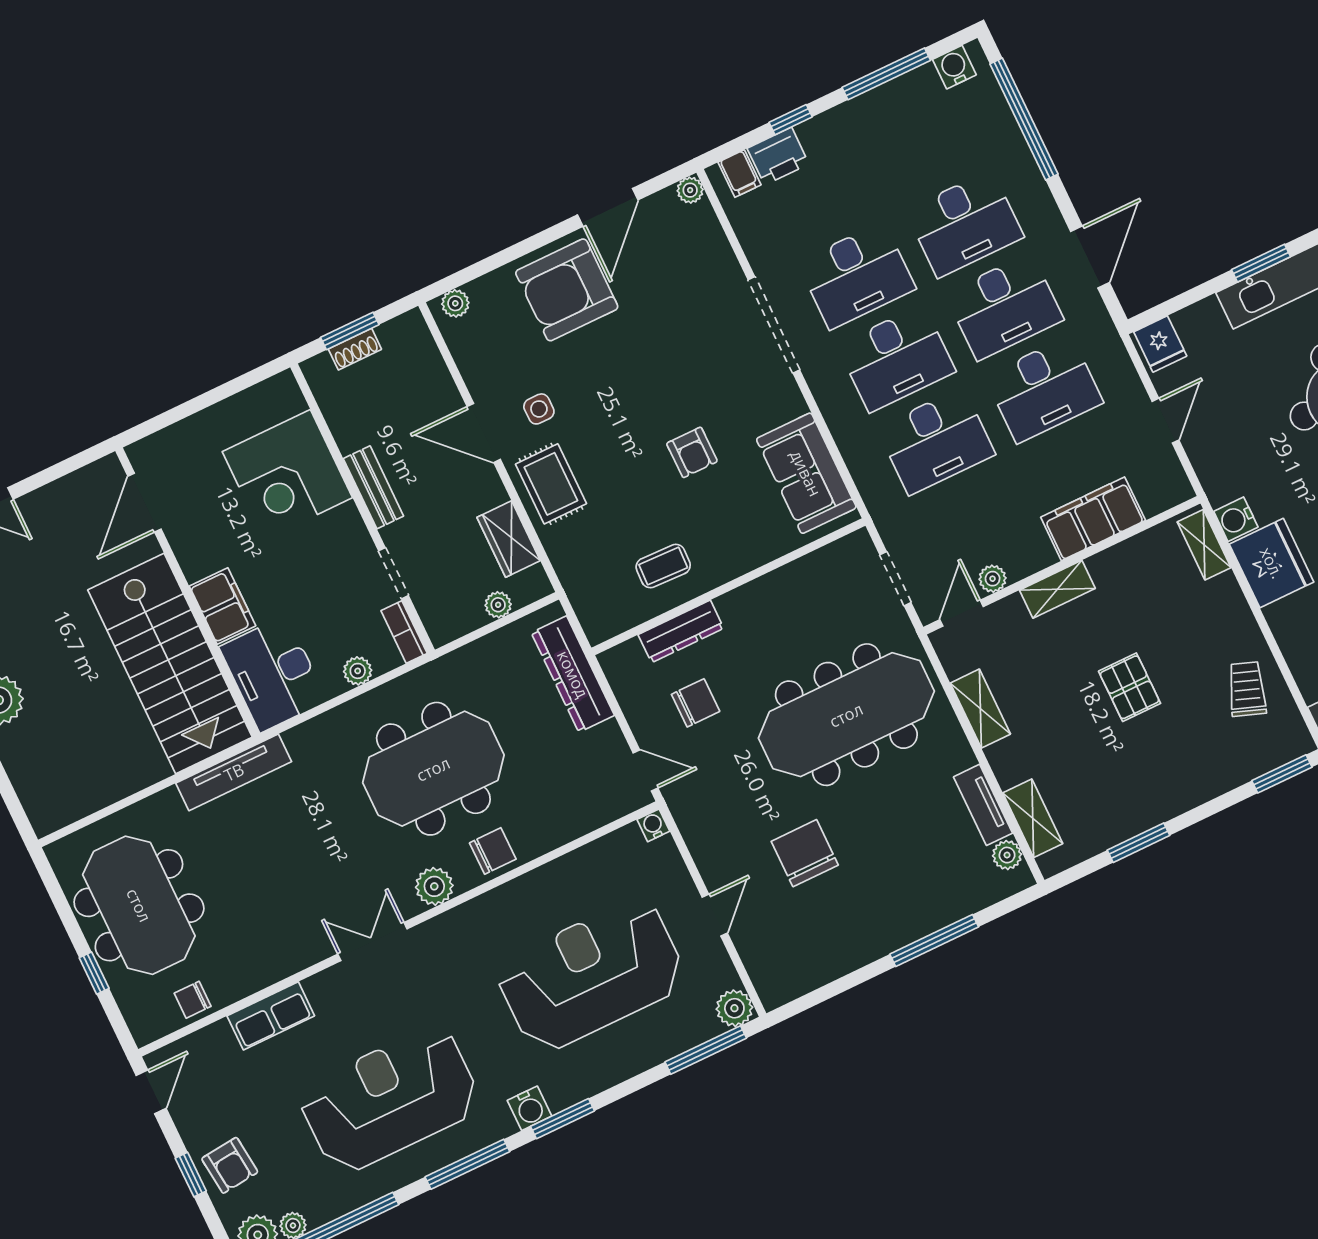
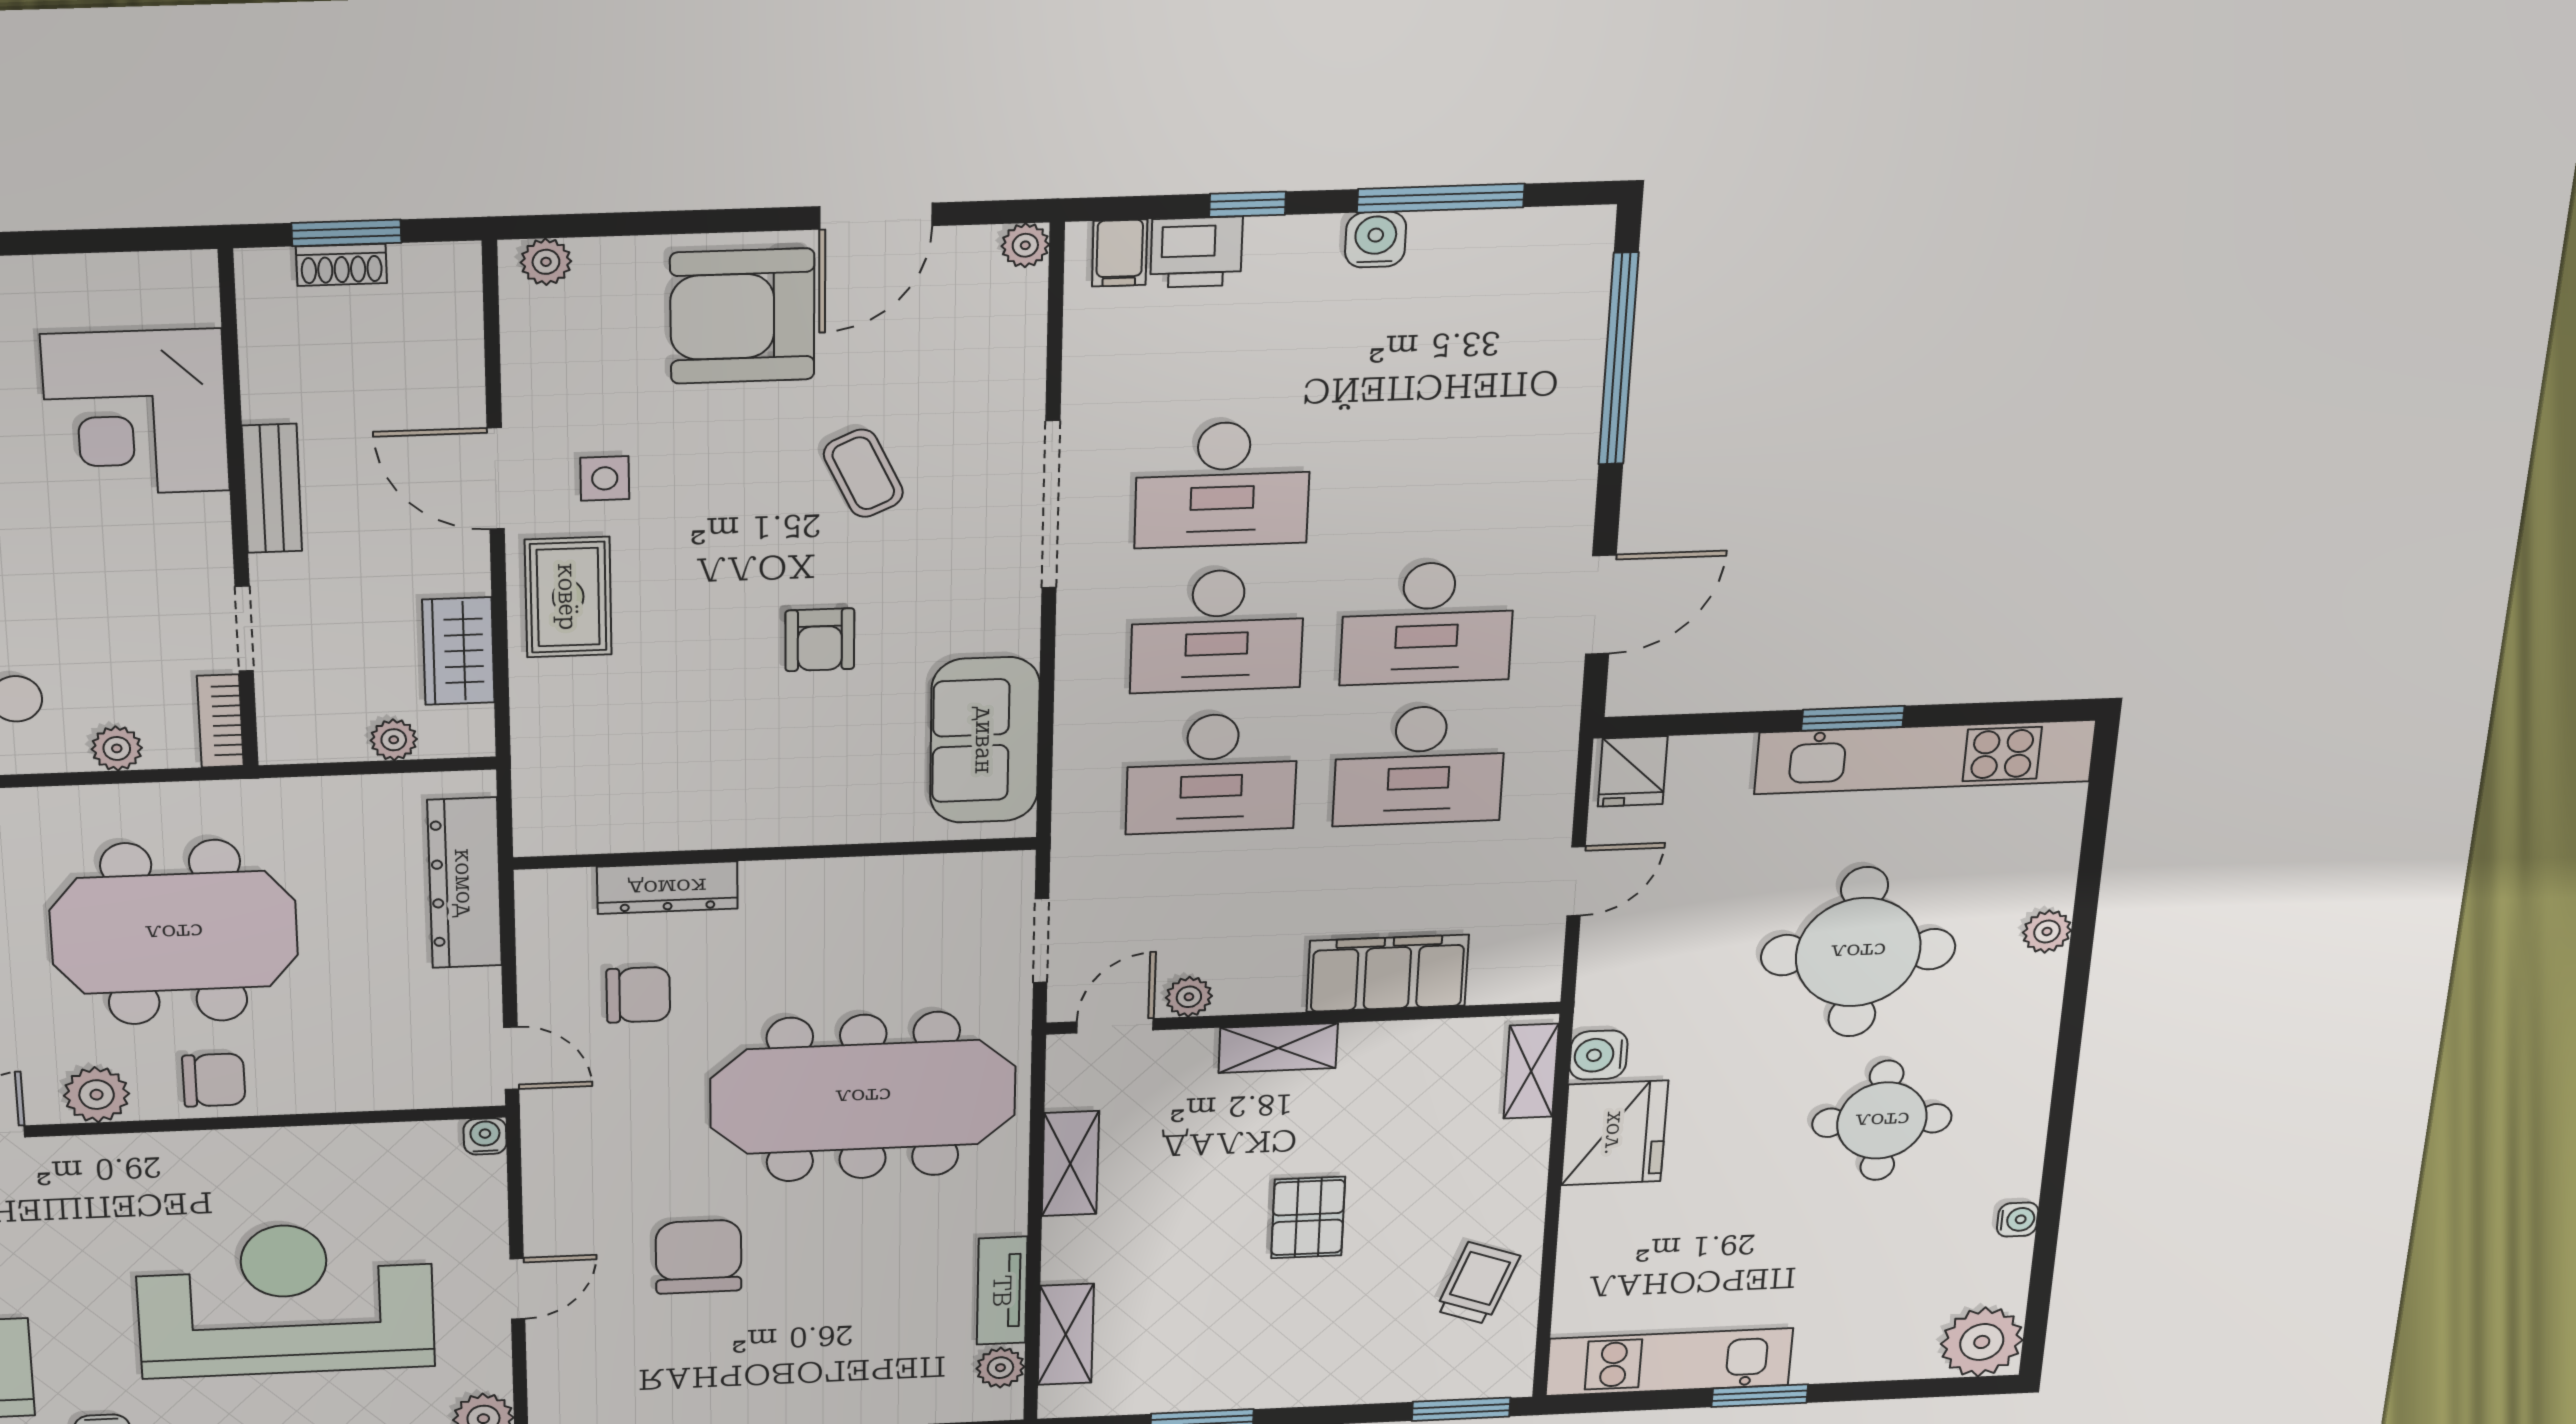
water cooler: (954, 67) -> (1376, 240), moved
desk: (965, 224) -> (1436, 477), removed
coffee table: (663, 566) -> (863, 473), moved, turned 63

